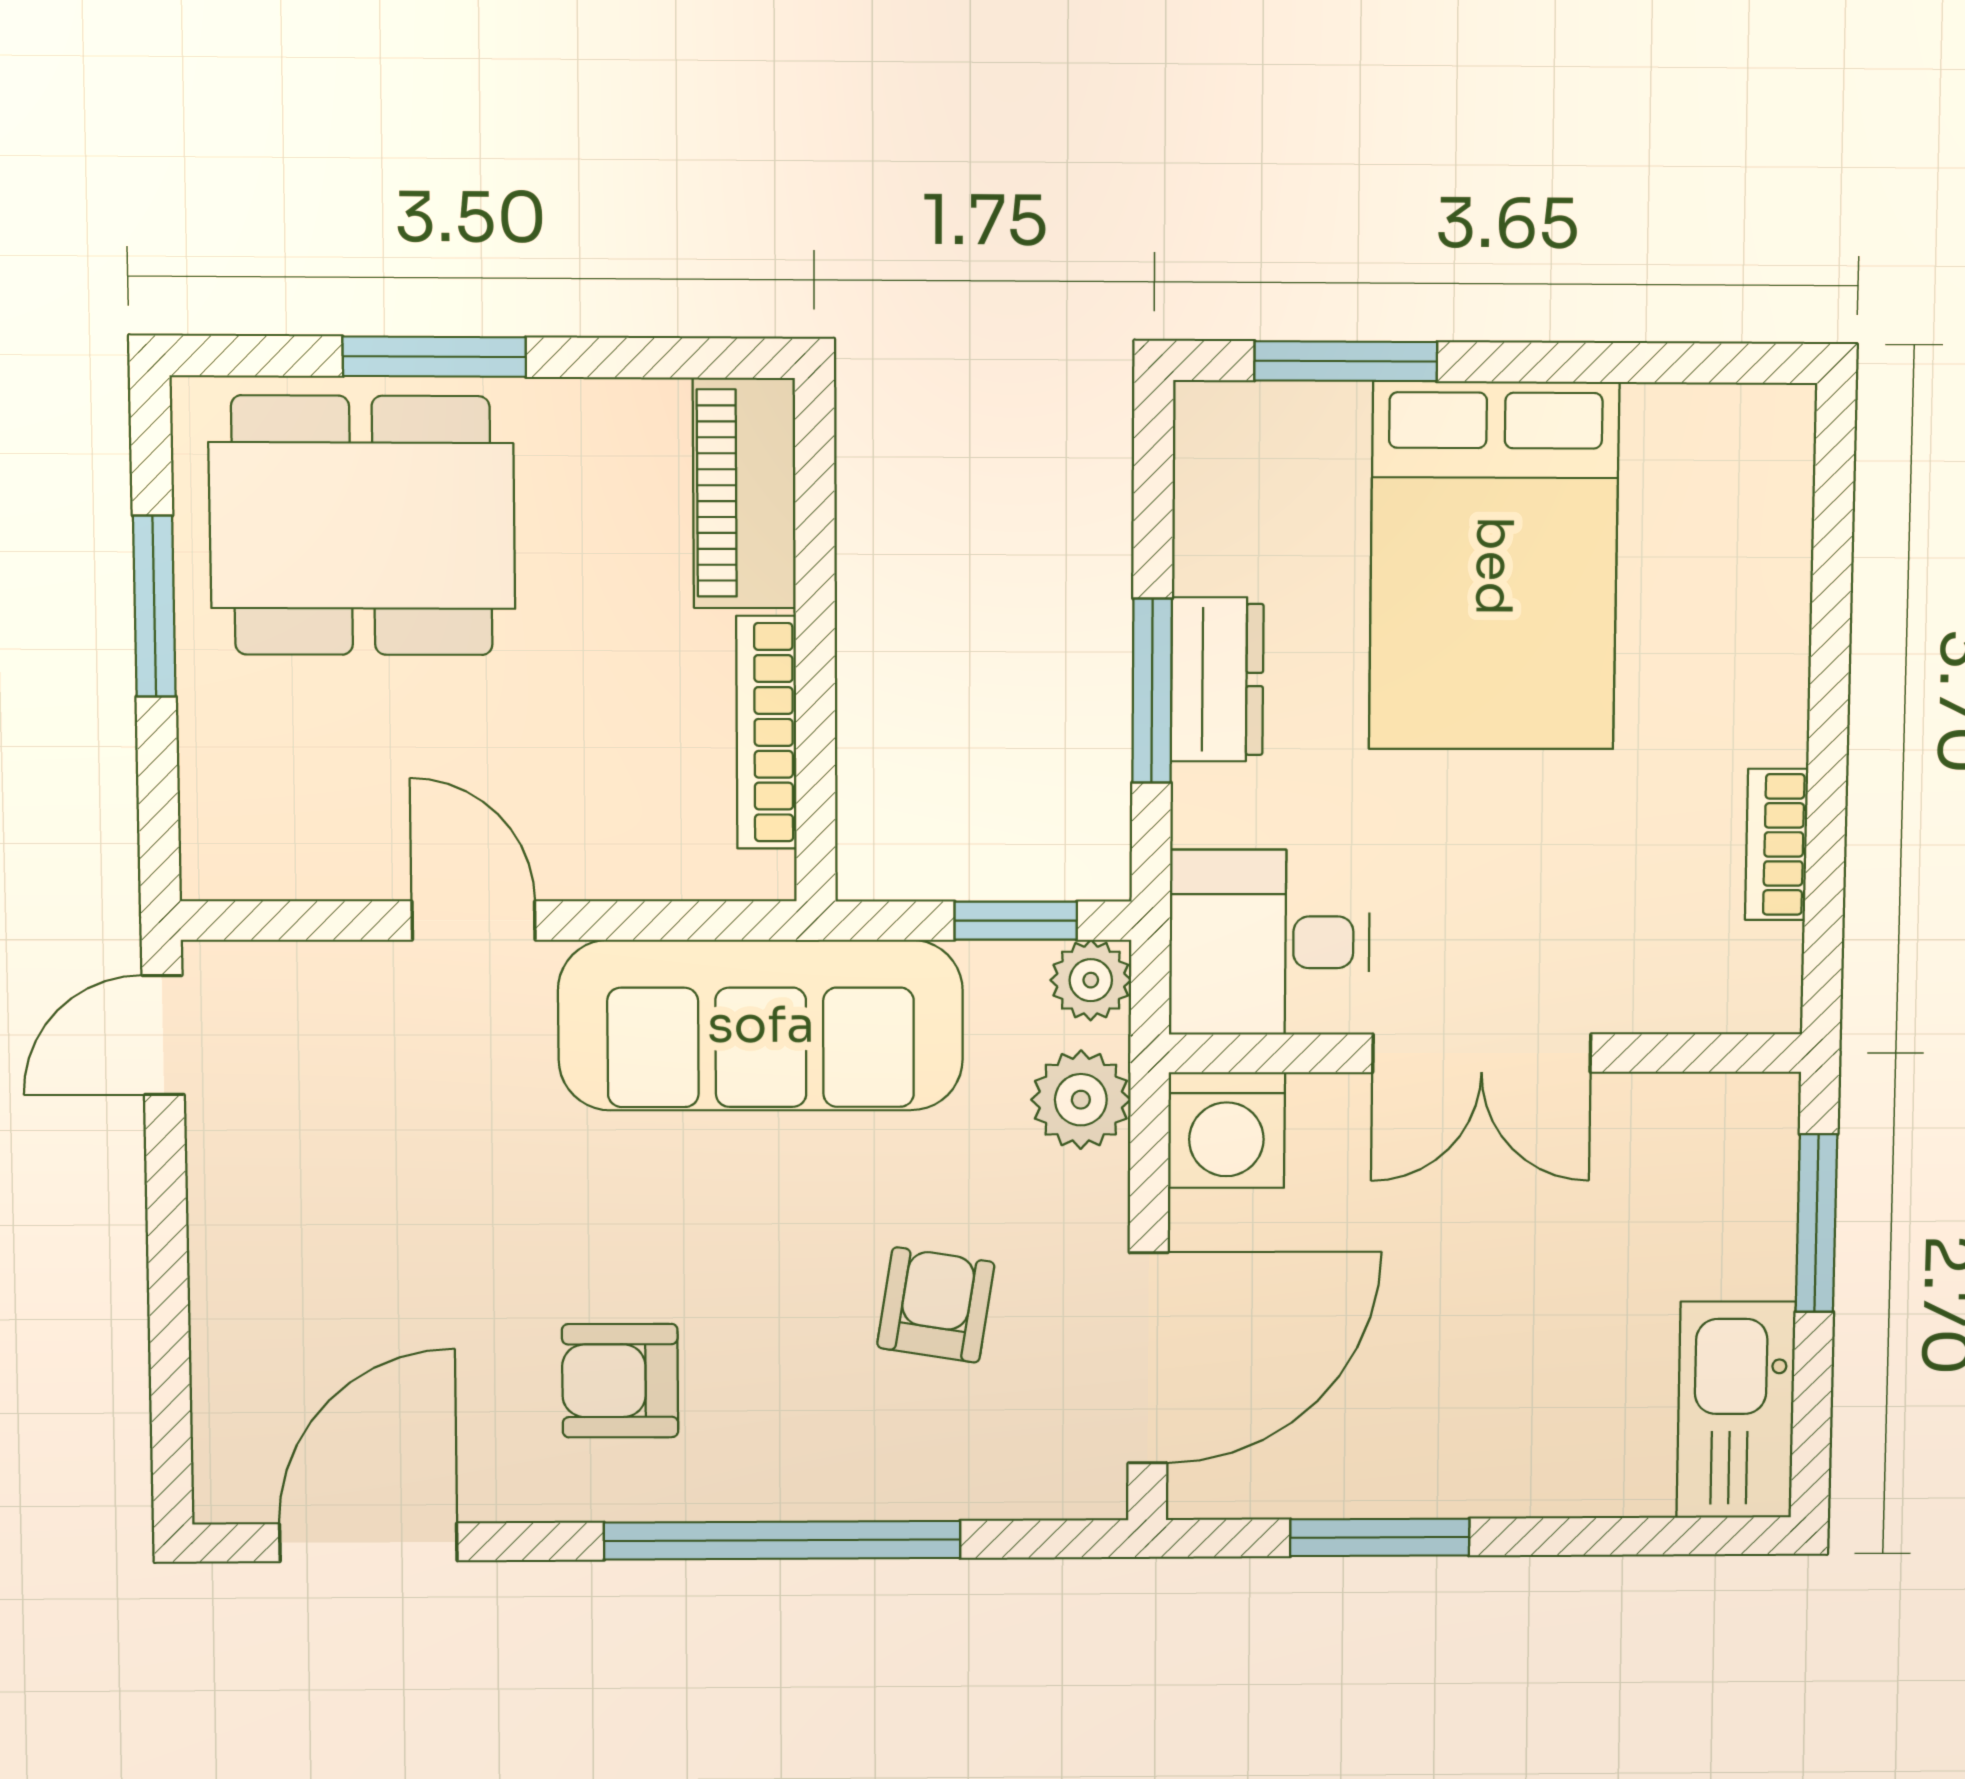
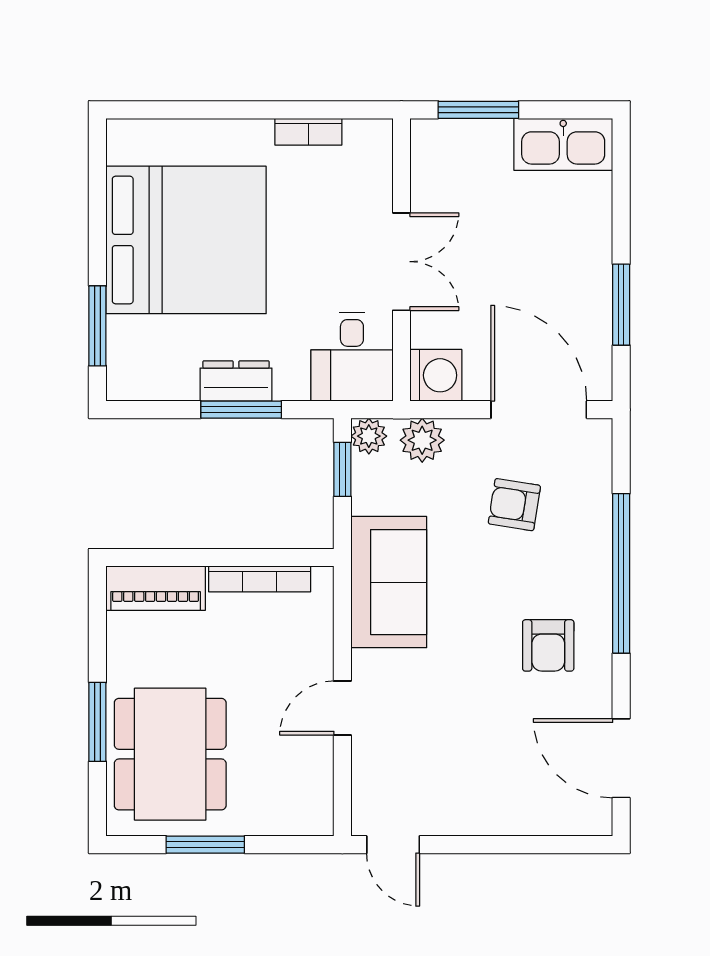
bed: (1494, 566) -> (186, 240), width x1.36
sofa: (761, 1025) -> (389, 582), width x0.73

